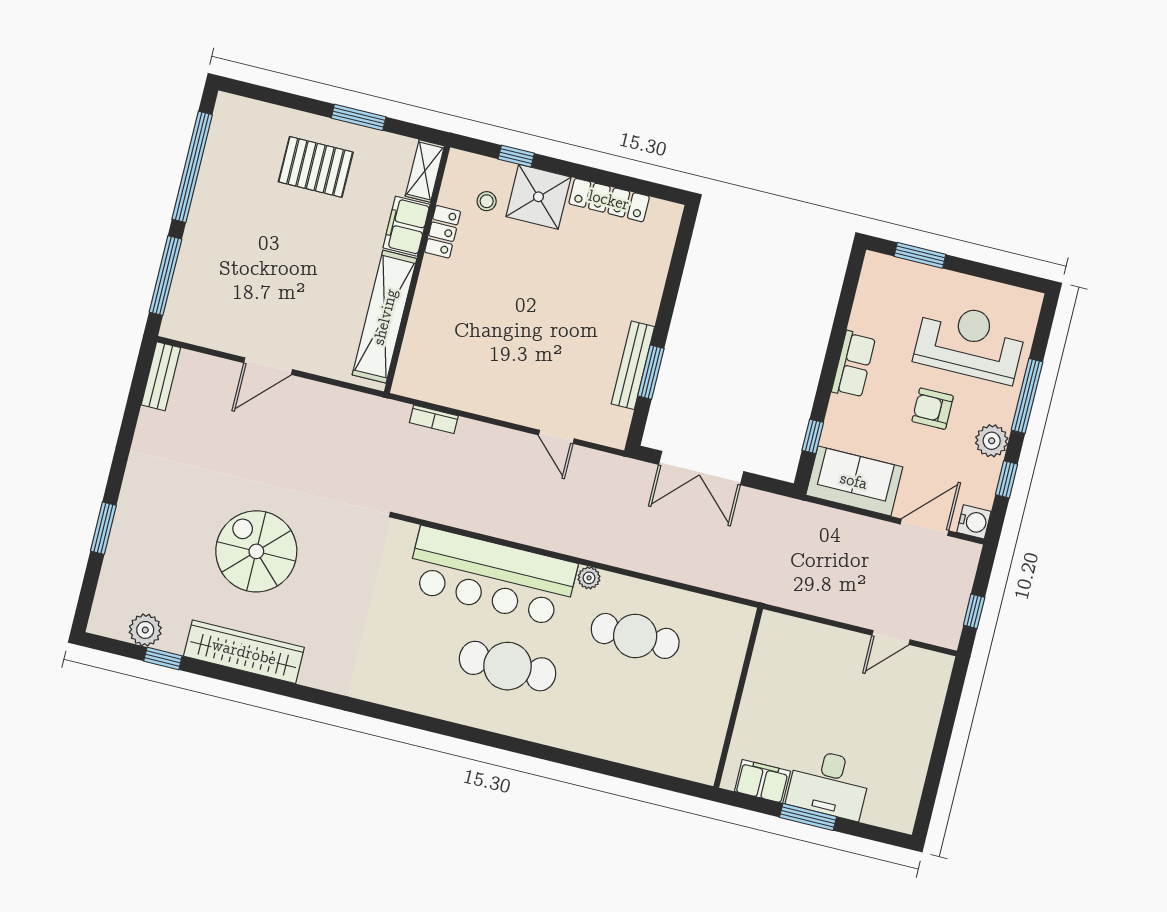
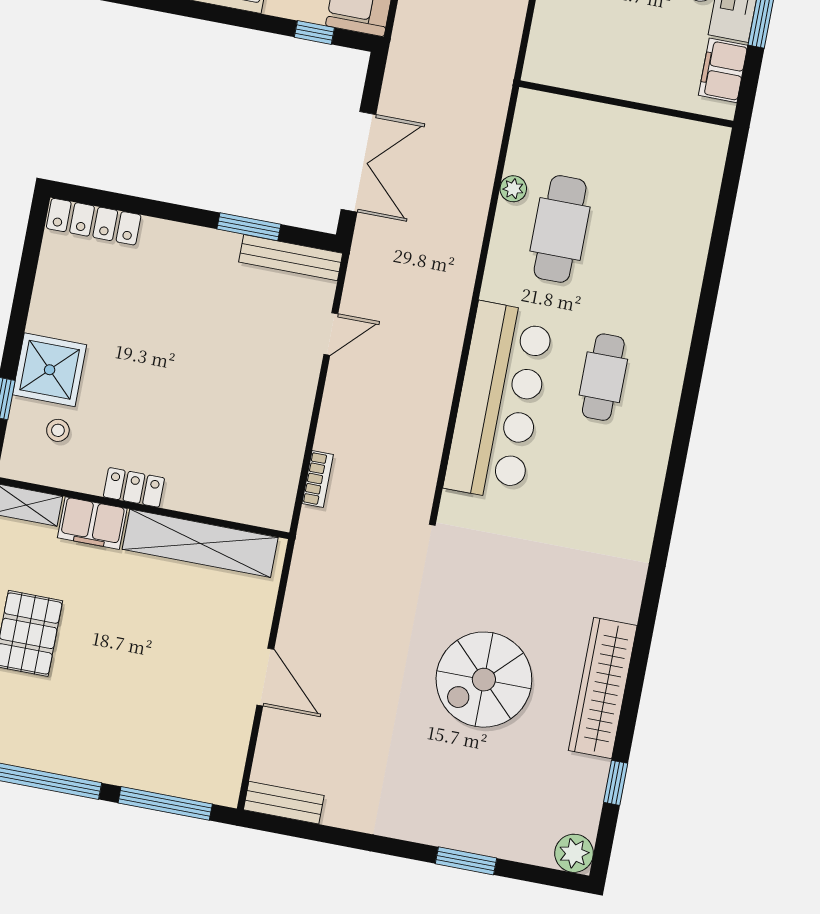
locker: (609, 200) -> (94, 222), moved, turned 90
locker: (443, 232) -> (134, 487), moved
bench: (633, 365) -> (291, 258), moved
plant: (589, 578) -> (513, 189), moved
plant: (145, 630) -> (574, 853), moved
cafe table: (508, 666) -> (603, 377), width x0.73, depth x0.74

